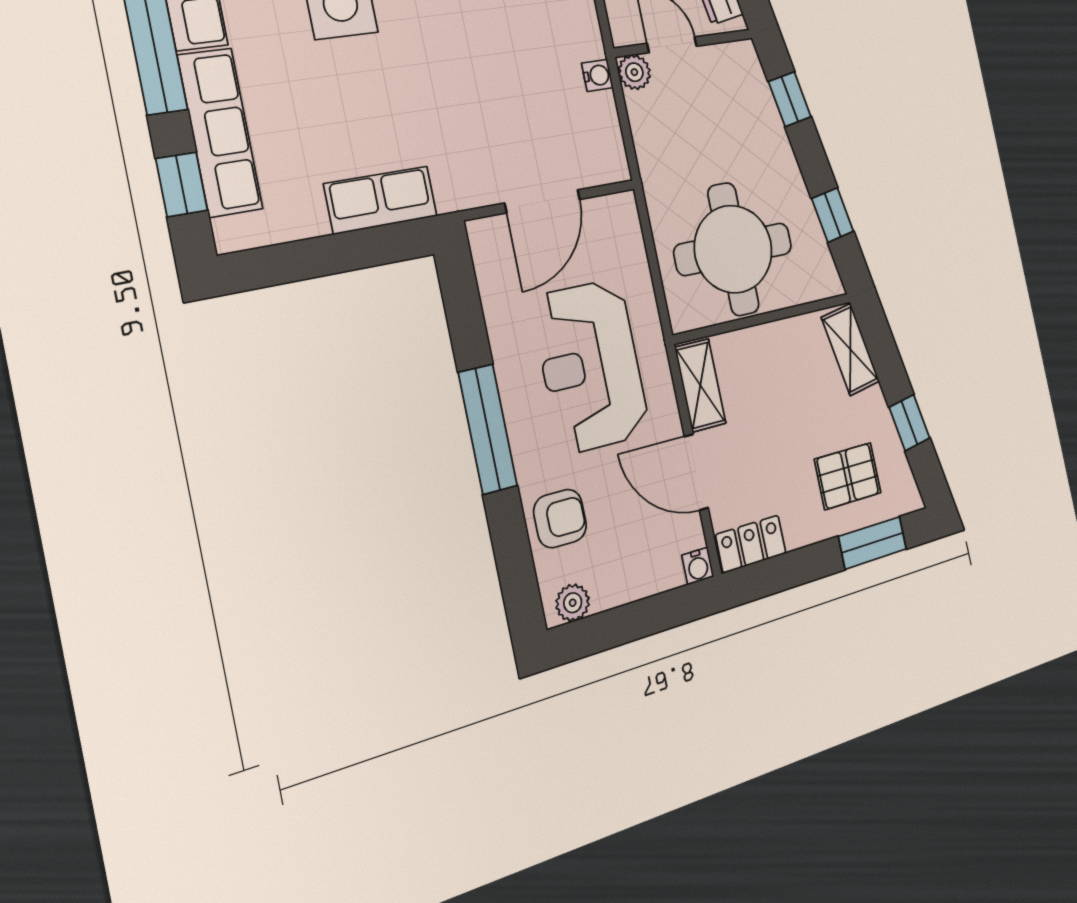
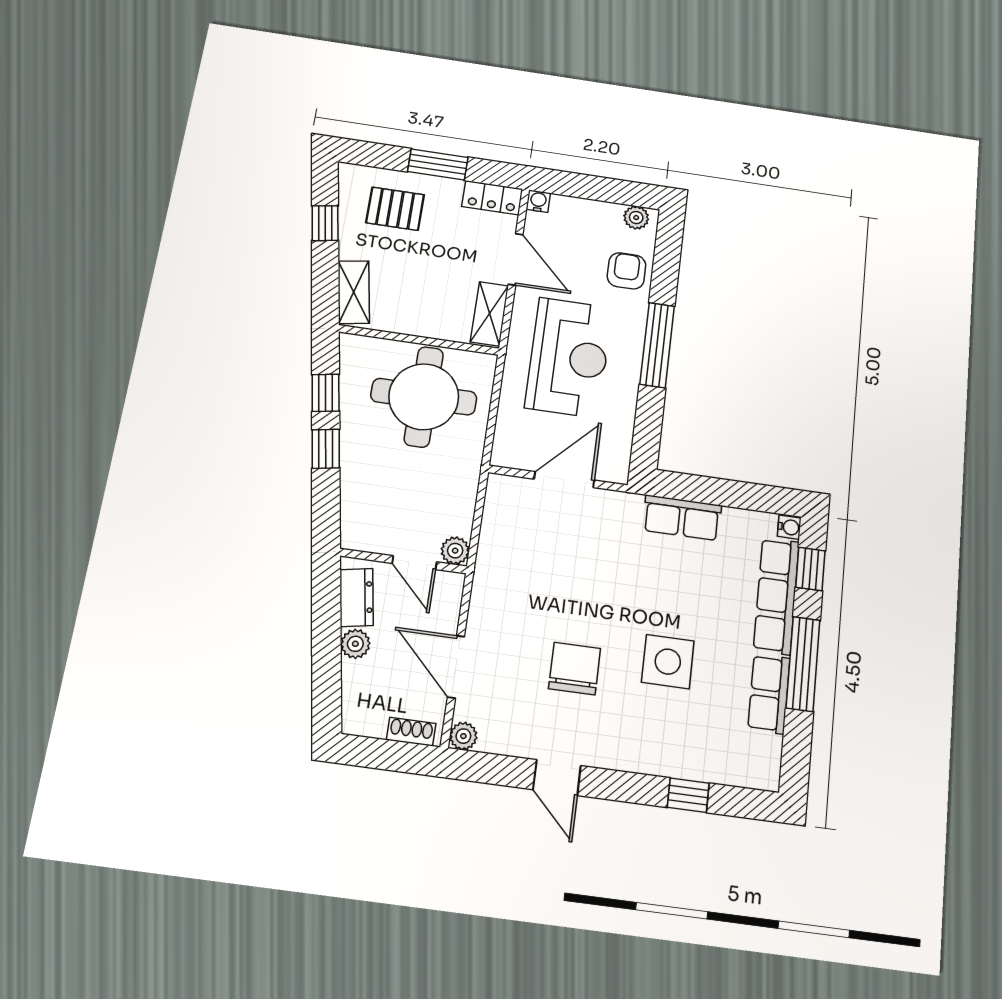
water cooler: (597, 75) -> (789, 527), moved, turned 180
window: (790, 99) -> (326, 449), moved
armchair: (560, 519) -> (626, 271), turned 90
window: (873, 543) -> (438, 164), moved

